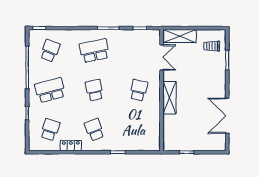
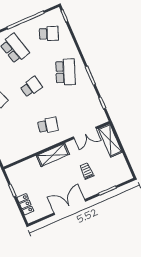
trolley: (212, 46) -> (87, 171), moved
school desk: (94, 51) -> (65, 72), turned 33
double door: (227, 116) -> (70, 207), moved
locker: (206, 145) -> (25, 204), added

